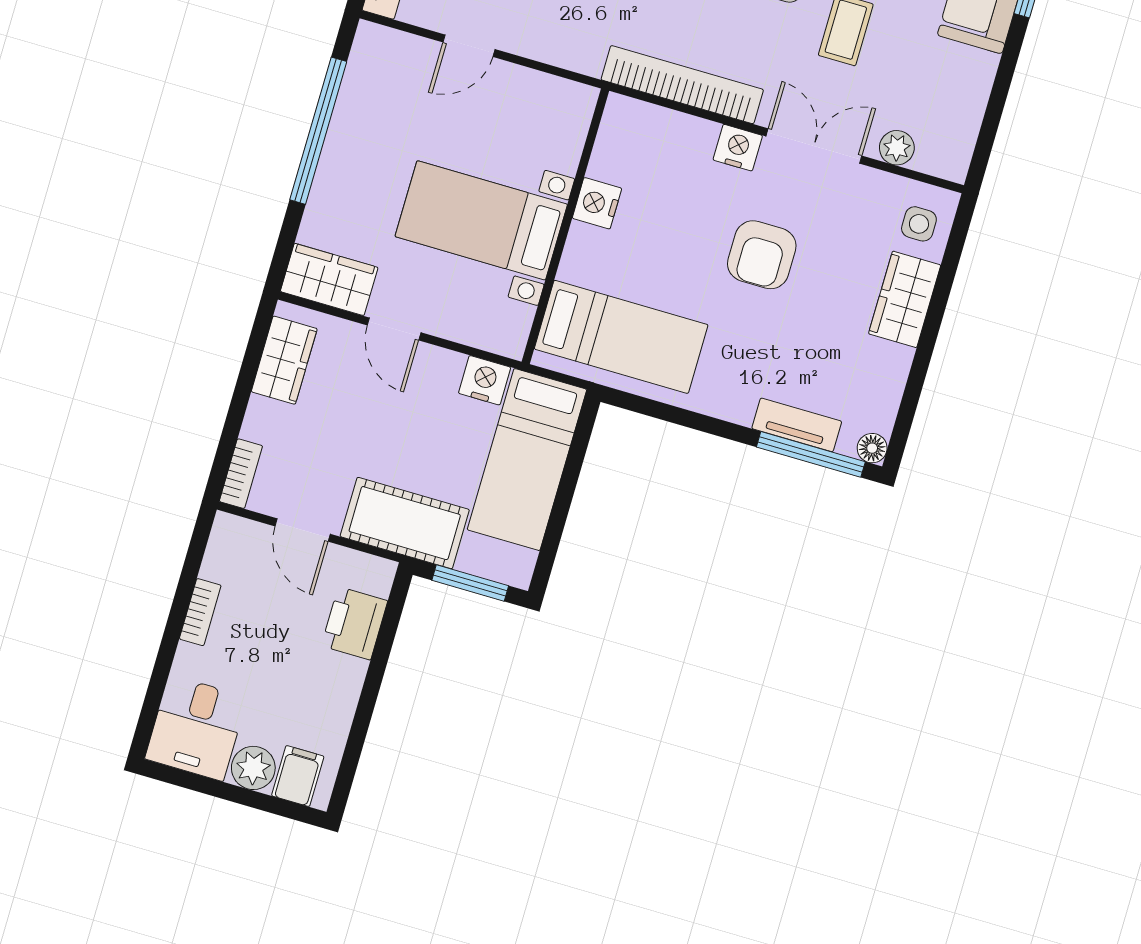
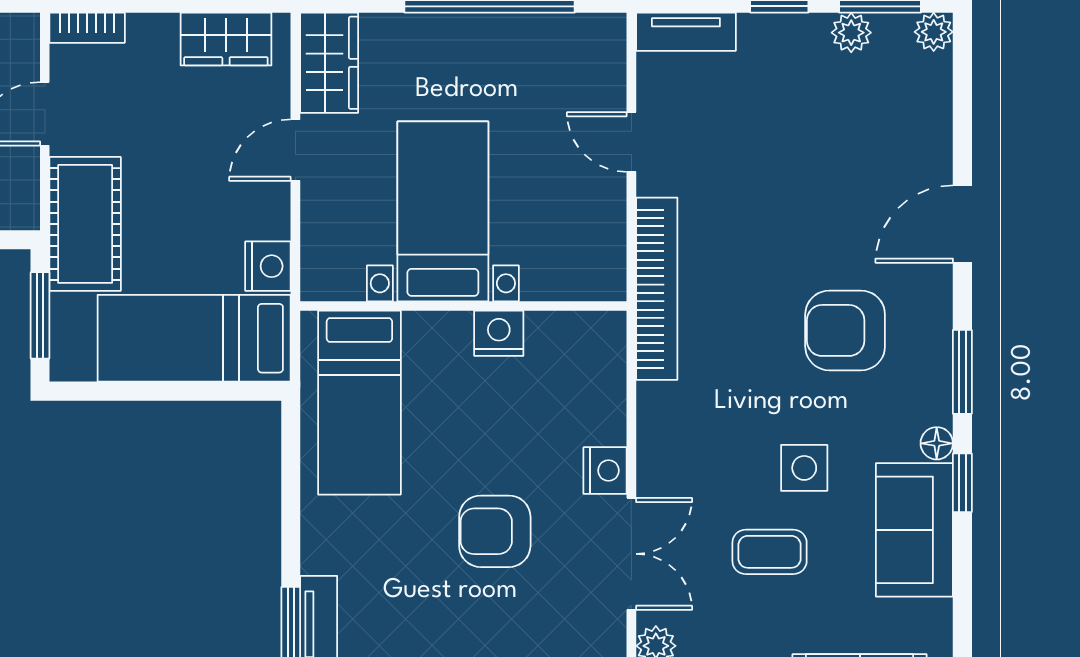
bookcase: (682, 85) -> (657, 289), moved

